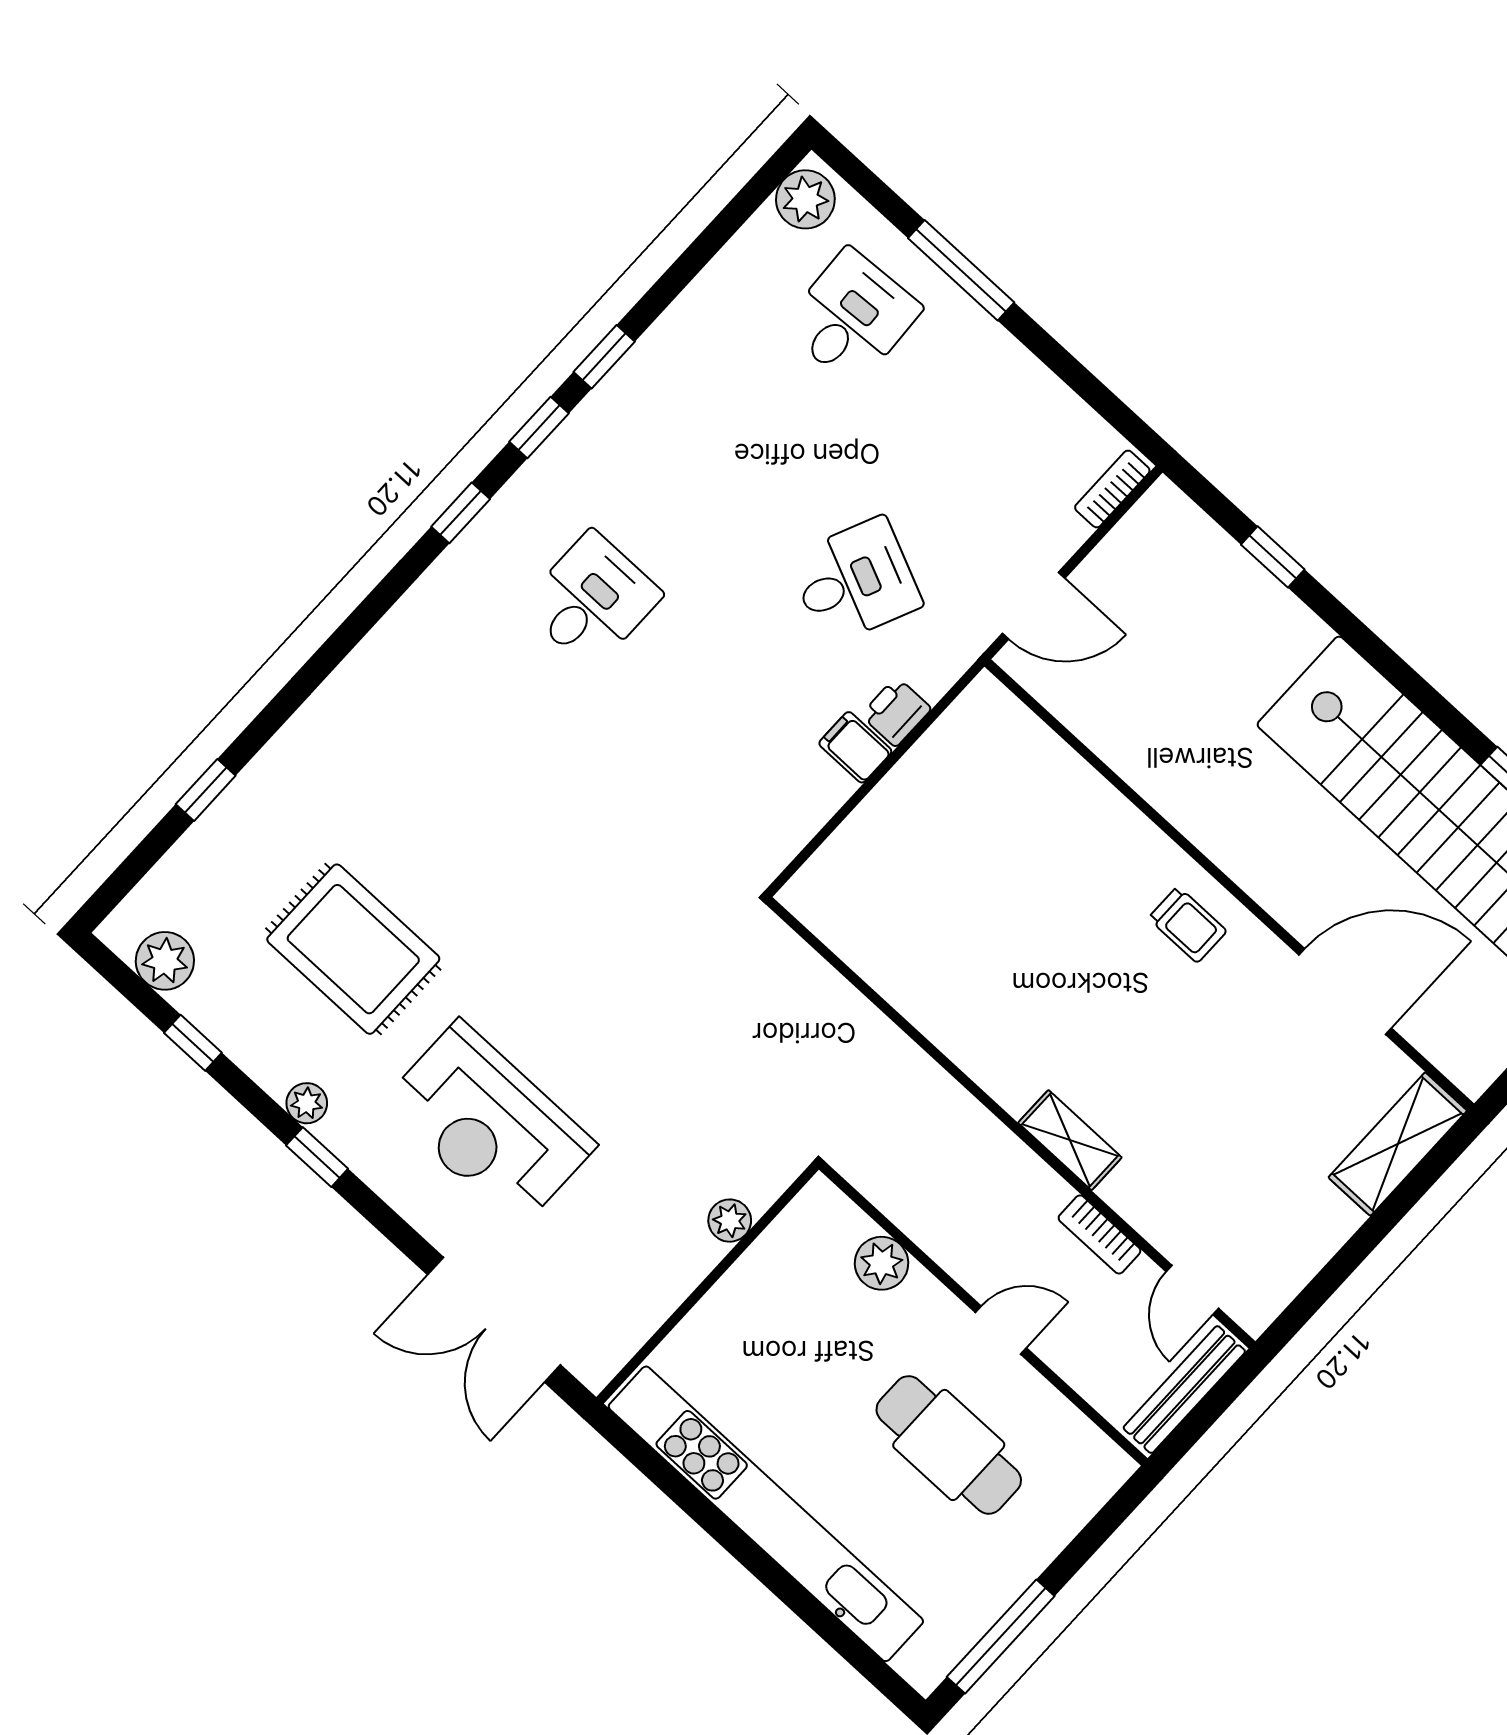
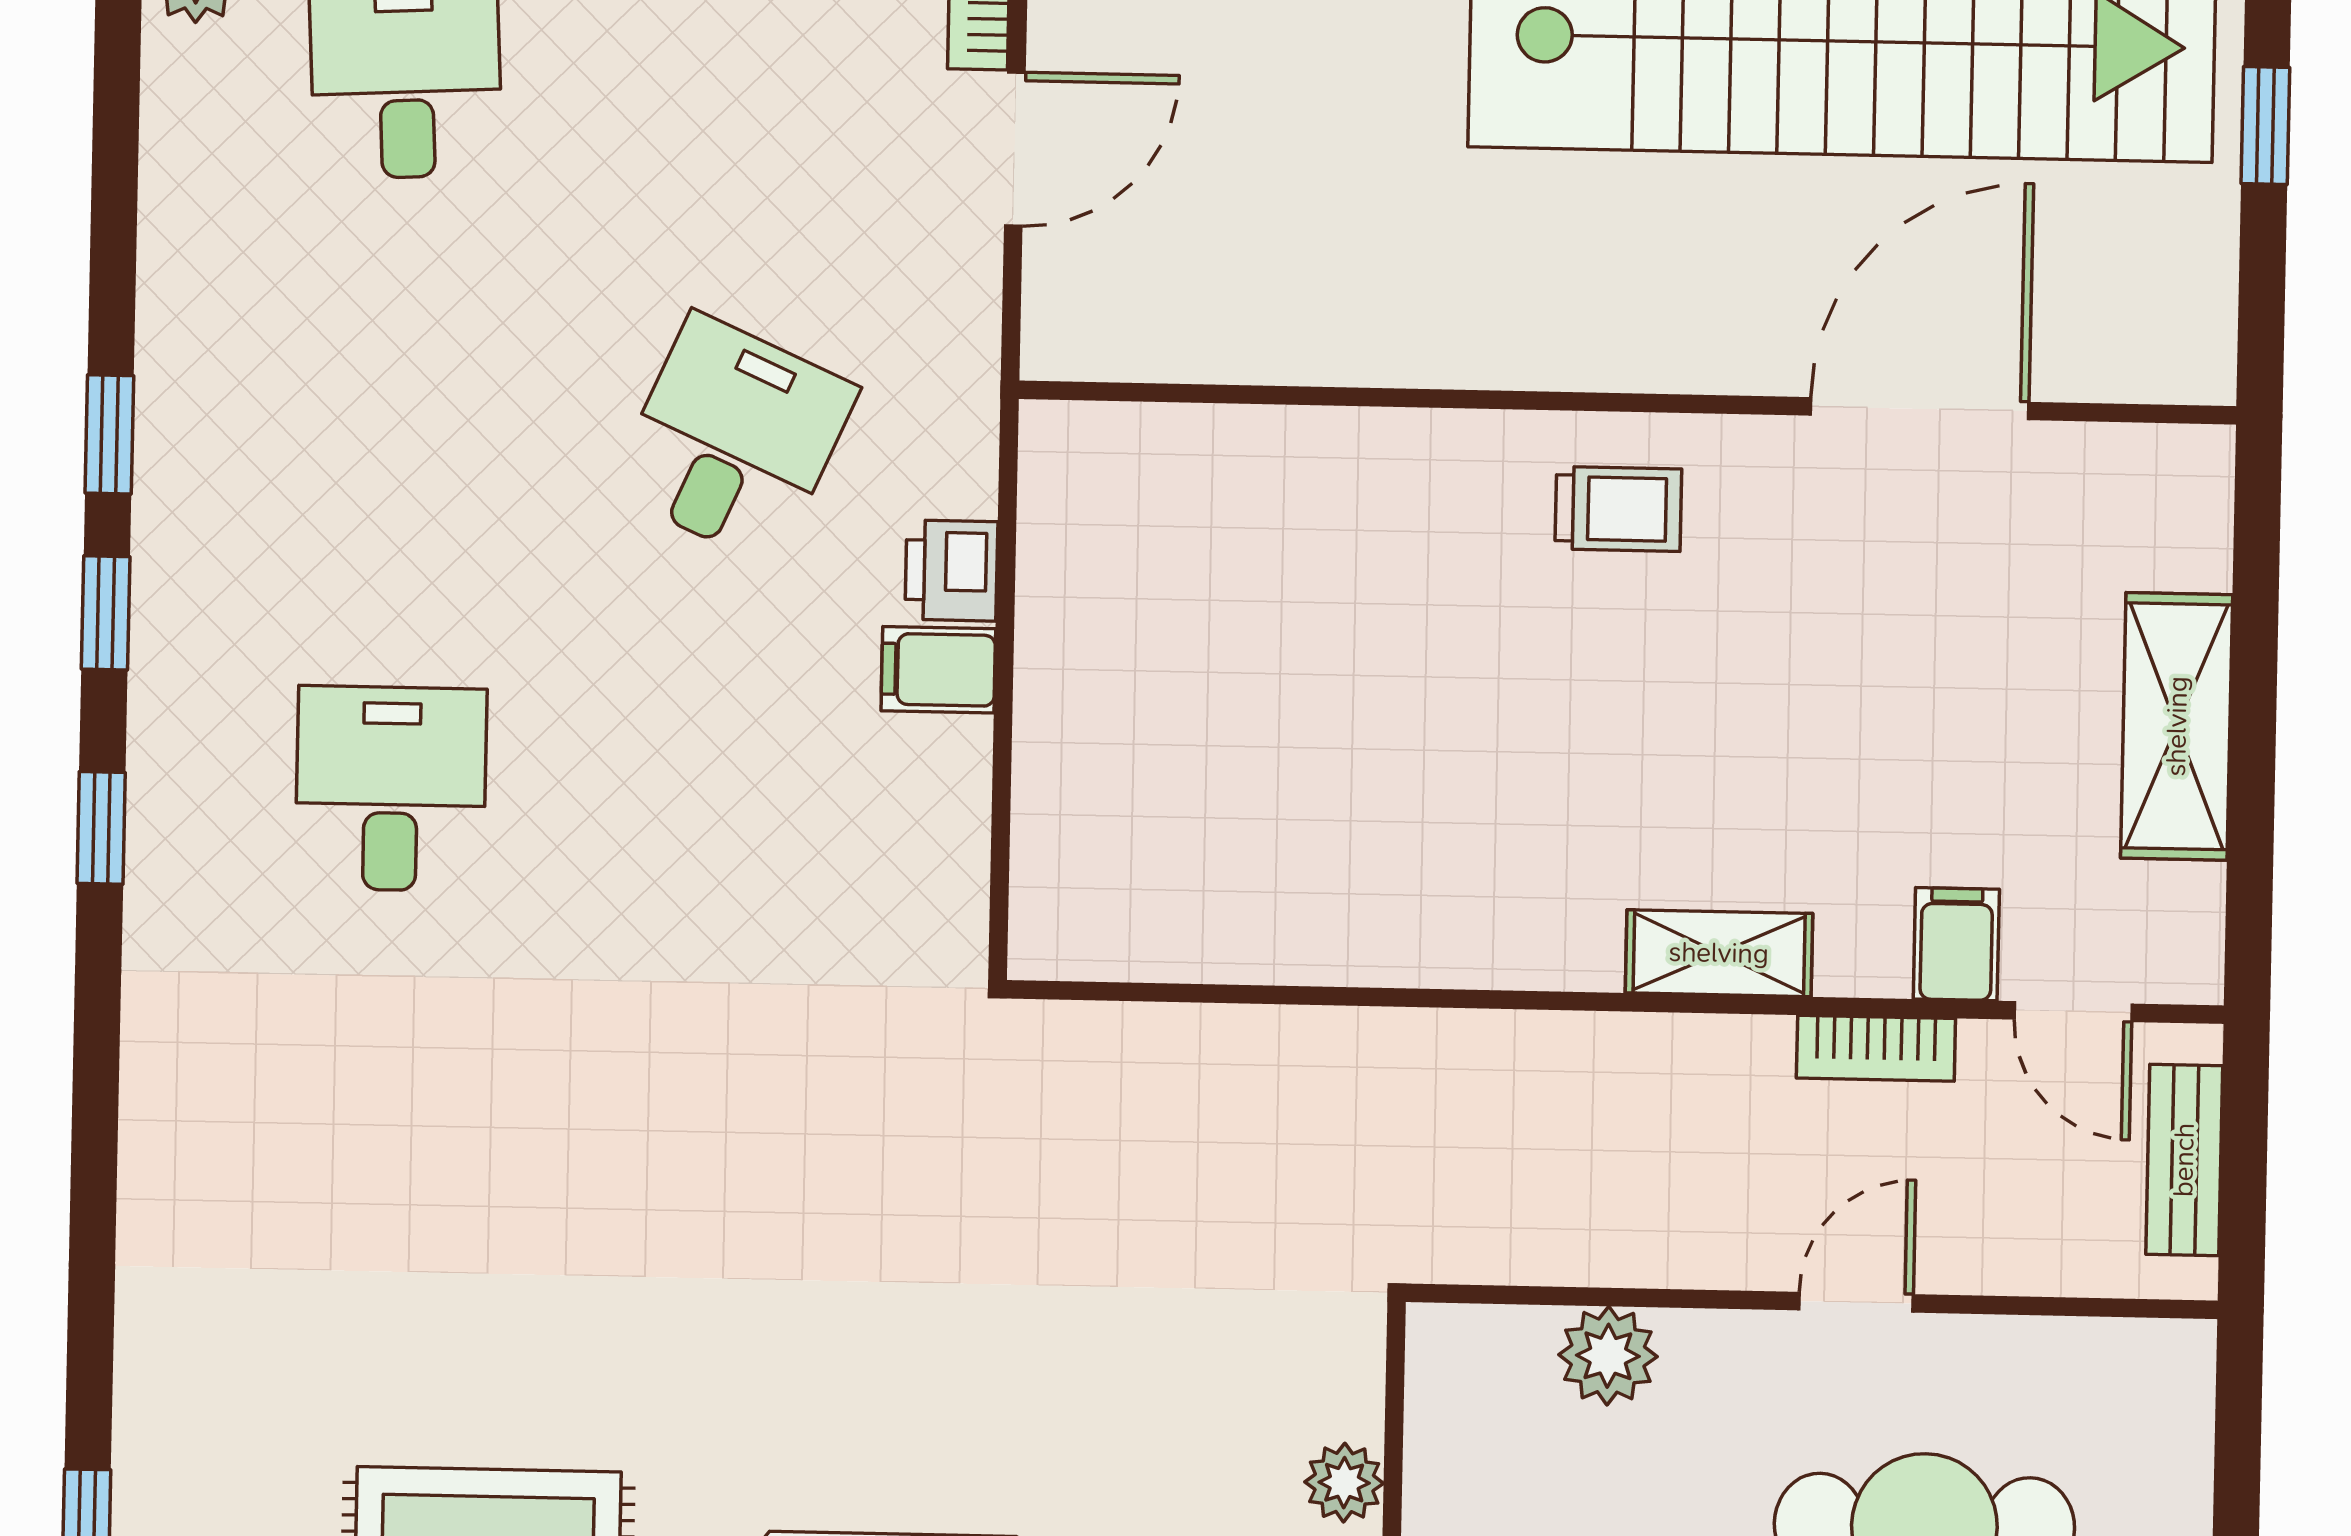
door: (1034, 606) -> (1015, 149), moved
shelving: (1398, 1144) -> (2177, 726), moved
filing cabinet: (1169, 1221) -> (1956, 944), added
bench: (1184, 1390) -> (2184, 1160), width x0.73

